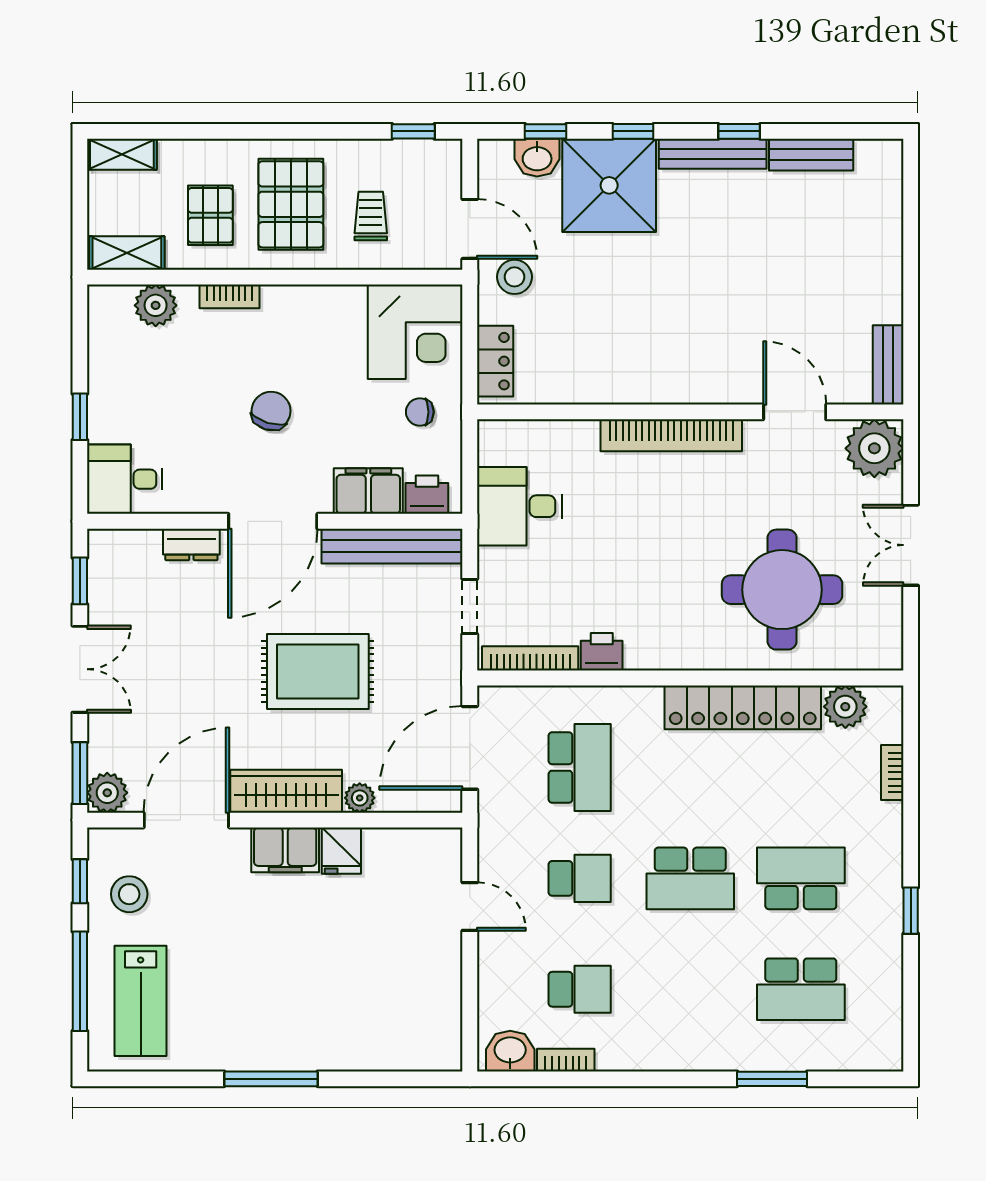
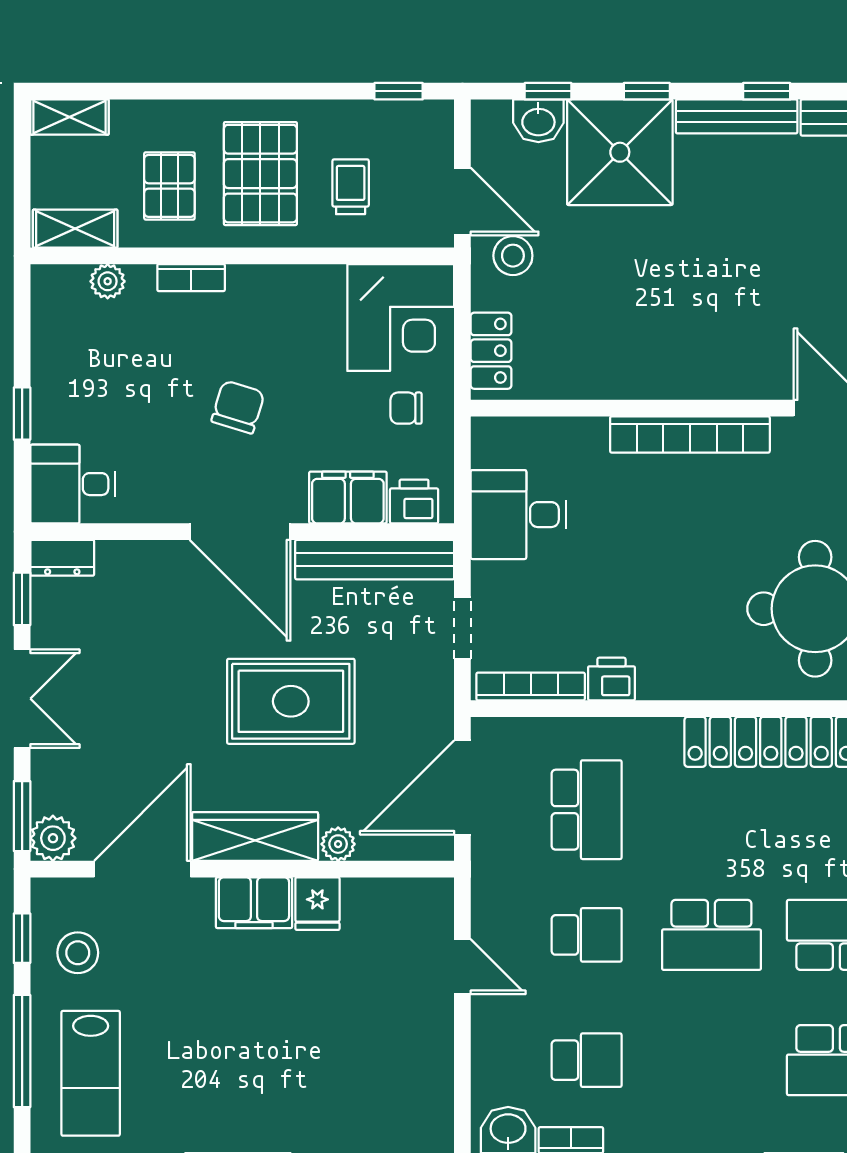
plant: (156, 305) -> (108, 281), width x0.73, depth x0.73
door: (273, 521) -> (240, 532), hinge flipped
dresser: (191, 544) -> (62, 558), moved

